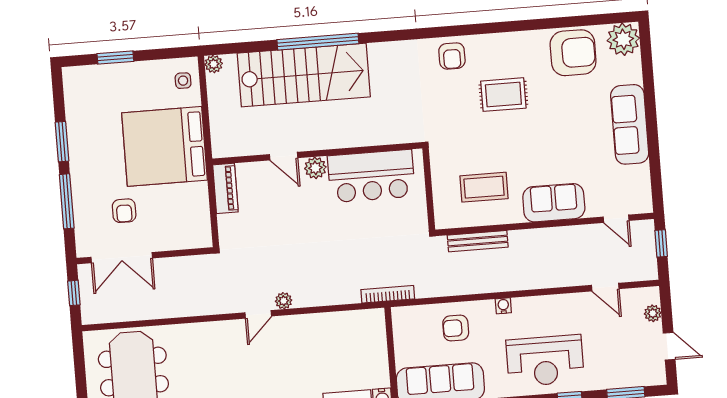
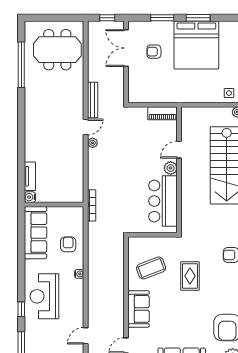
rug: (503, 95) -> (190, 276), moved
bed: (165, 146) -> (196, 45), moved, turned 180
coffee table: (484, 187) -> (151, 268), turned 69
window: (67, 201) -> (162, 18), width x0.69
bench: (478, 241) -> (93, 100), moved
door: (258, 314) -> (86, 127), swing flipped

